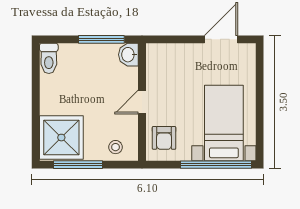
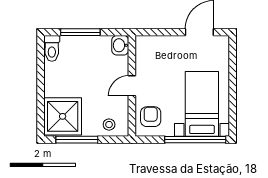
window: (101, 39) -> (80, 32), moved
armchair: (164, 138) -> (151, 117), turned 180

